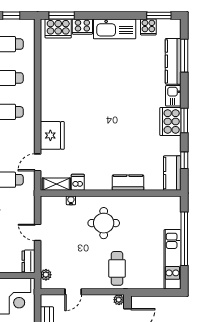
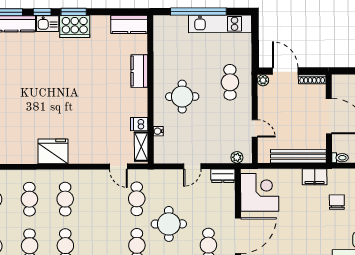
fridge: (52, 135) -> (53, 151), moved
window: (184, 160) -> (42, 12), moved
cafe table: (117, 268) -> (230, 82), turned 90

